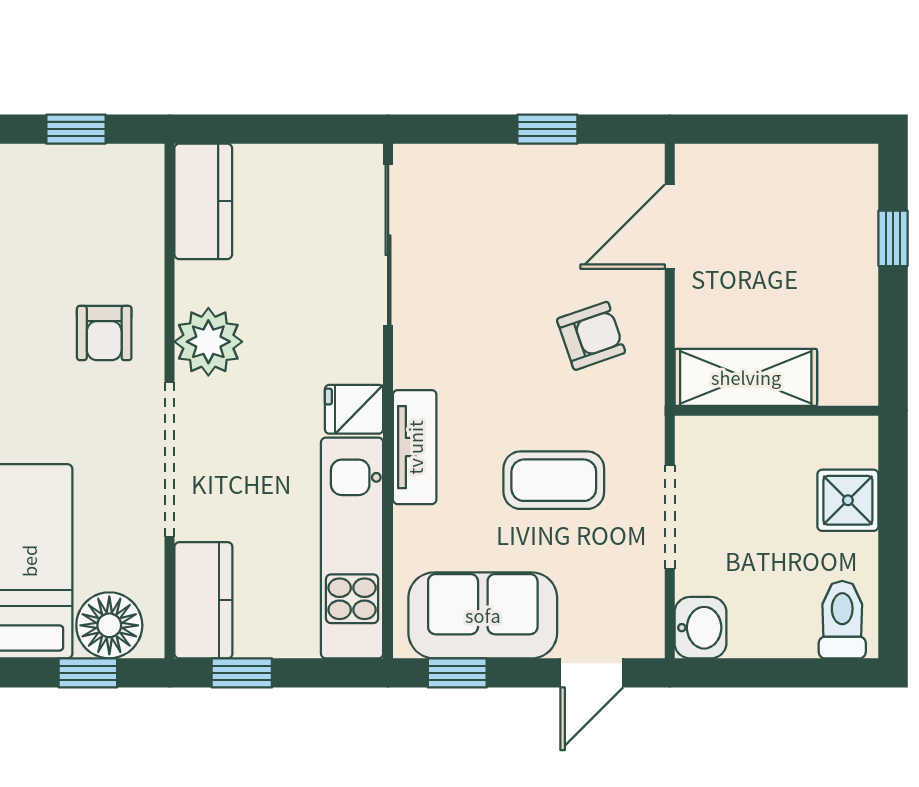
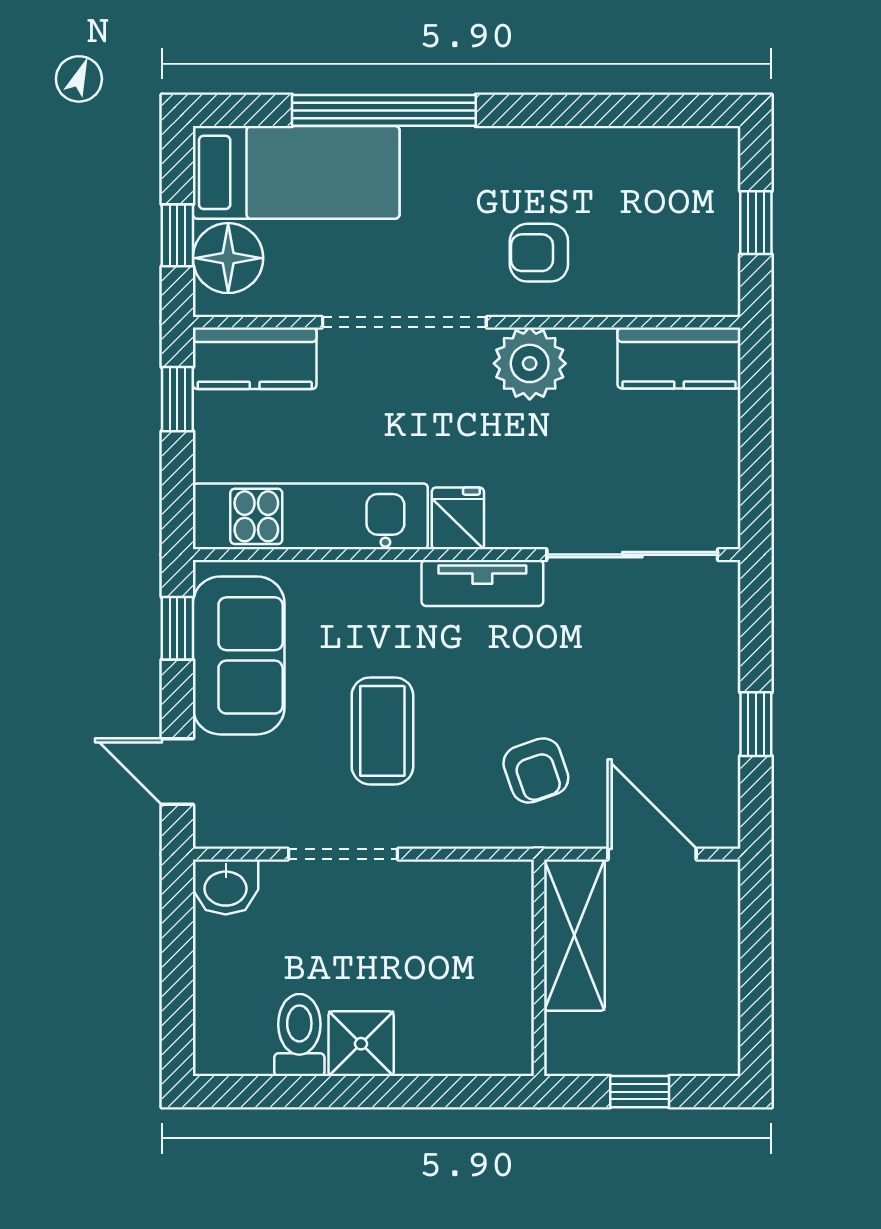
shelving: (746, 377) -> (574, 935), moved
wall: (776, 411) -> (539, 968), moved
tv unit: (415, 447) -> (482, 583), moved
toilet: (842, 620) -> (299, 1035), moved, turned -90

